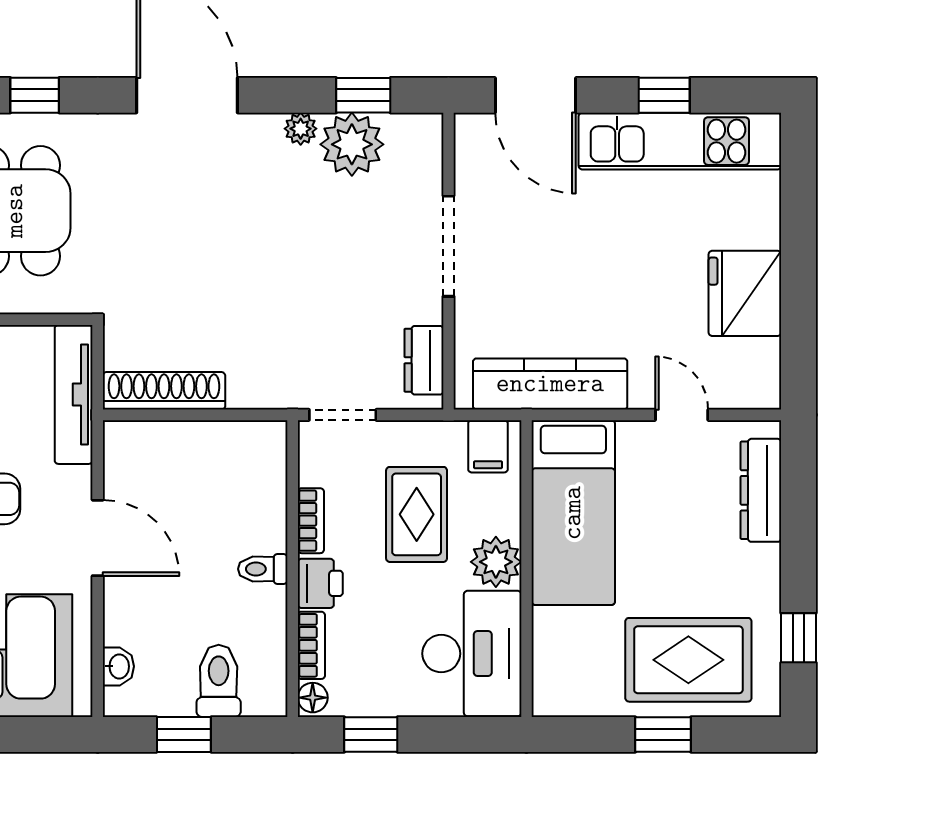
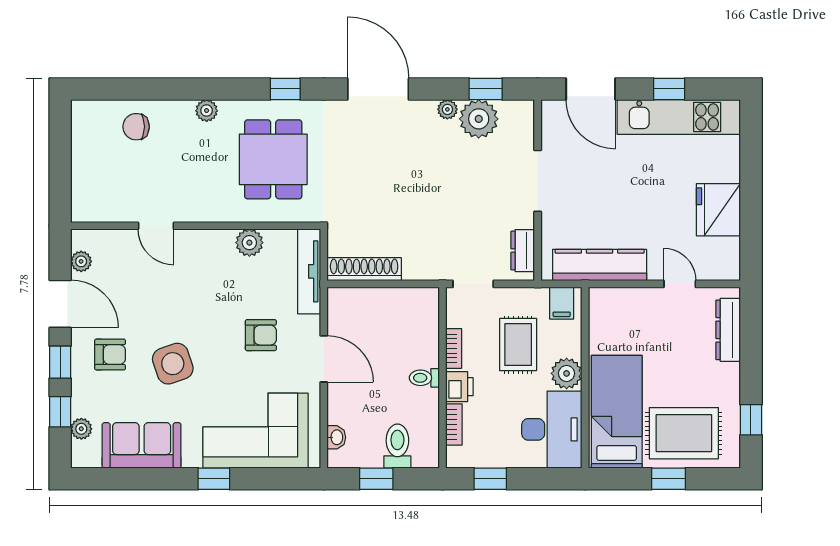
bed: (573, 513) -> (617, 412), moved, turned 180
floor lamp: (313, 698) -> (455, 456), removed

